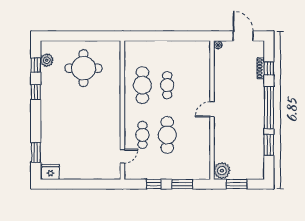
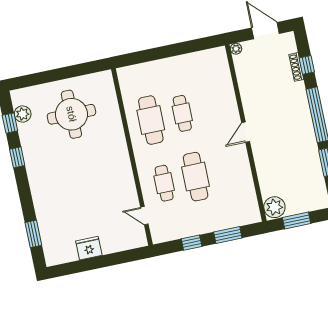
door: (122, 156) -> (144, 216), swing flipped
fridge: (51, 172) -> (89, 248), moved

